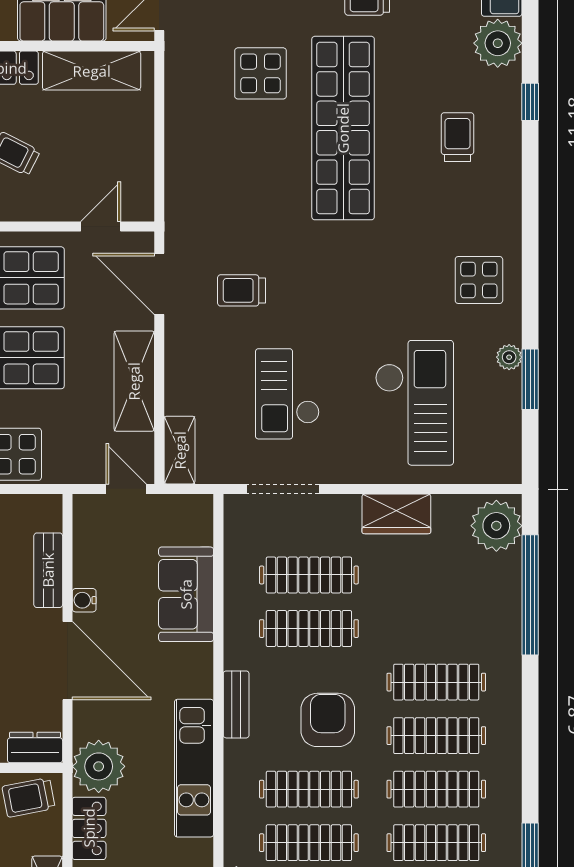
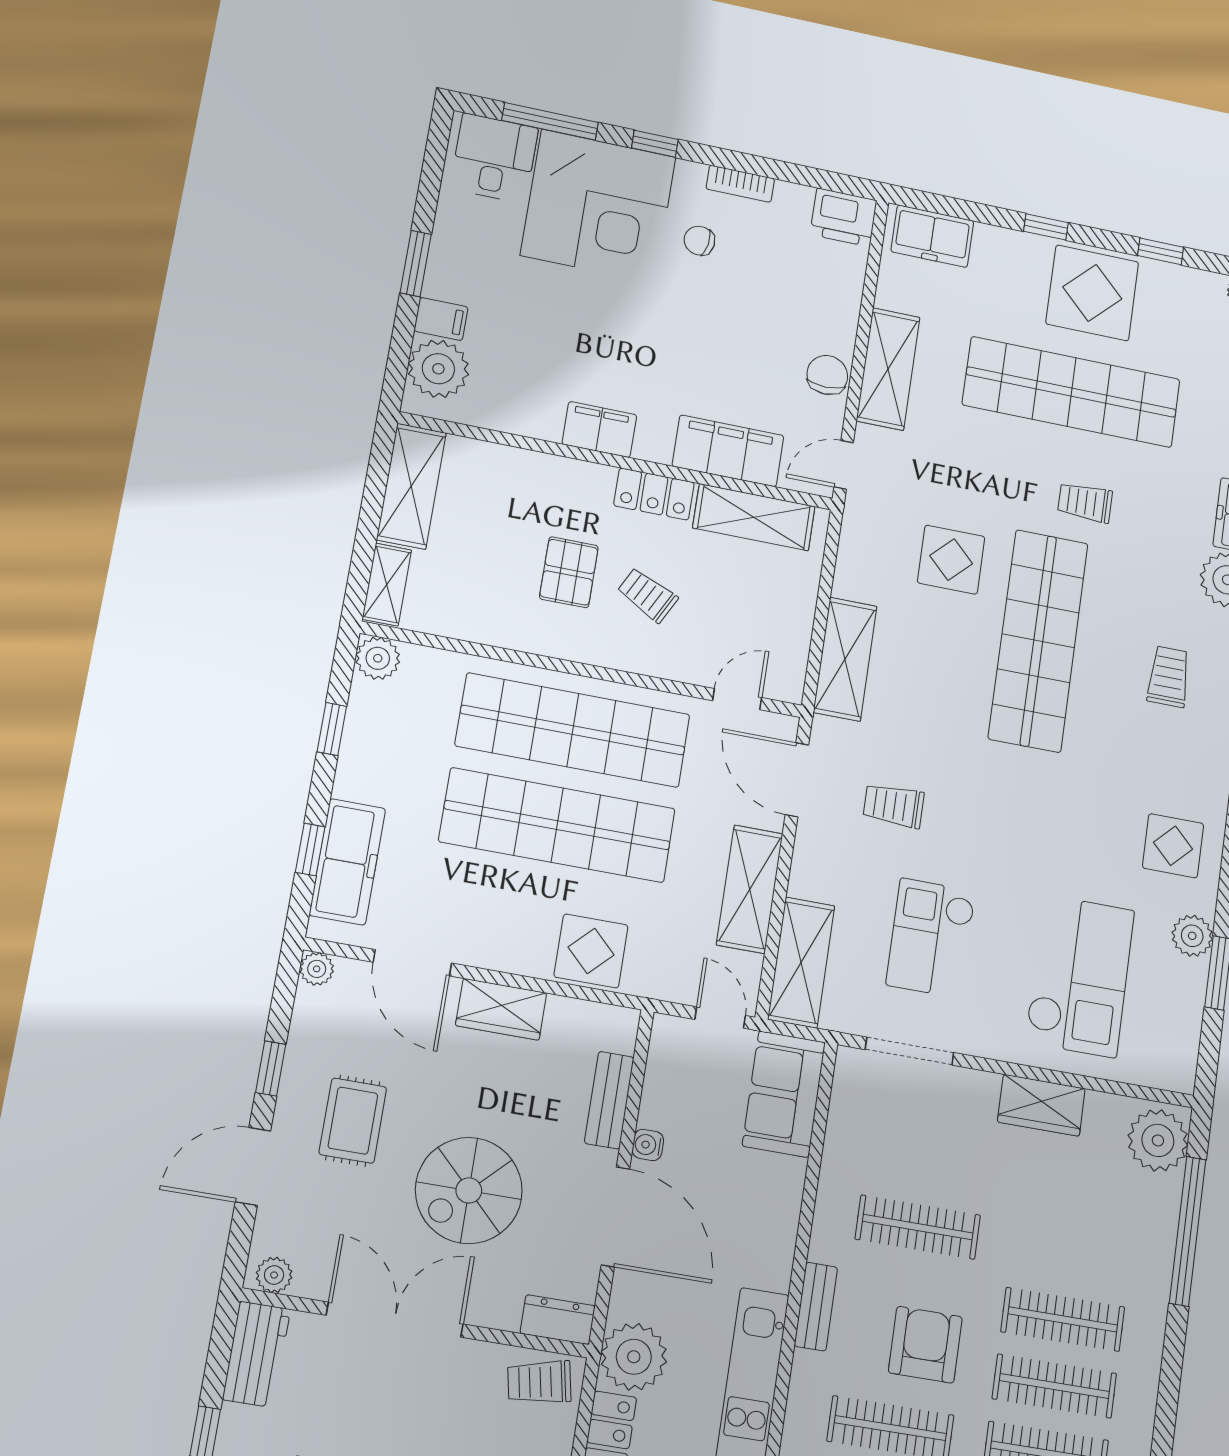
shelving: (184, 176) -> (845, 659), added
plant: (509, 357) -> (1192, 936), width x1.38, depth x1.38
shelving: (180, 450) -> (801, 963), width x1.50, depth x1.33
clothes rail: (309, 575) -> (927, 1161), removed
sofa: (186, 594) -> (784, 1094), moved

